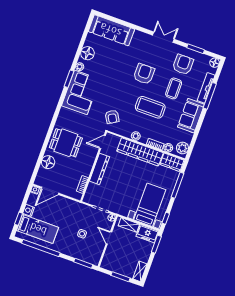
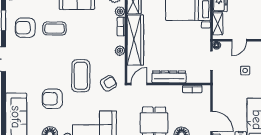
armchair: (144, 74) -> (52, 99), moved
coffee table: (150, 107) -> (81, 76), moved
door: (102, 142) -> (139, 84), swing flipped

